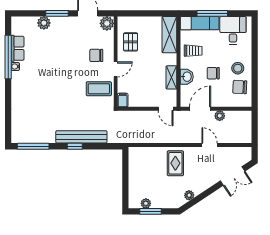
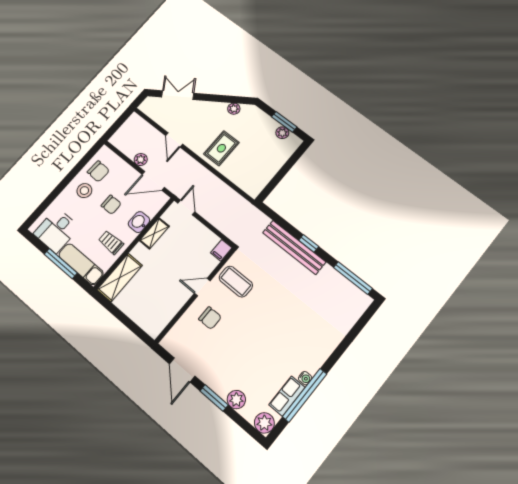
plant: (107, 23) -> (264, 423), moved
pallet: (131, 42) -> (164, 303), removed

